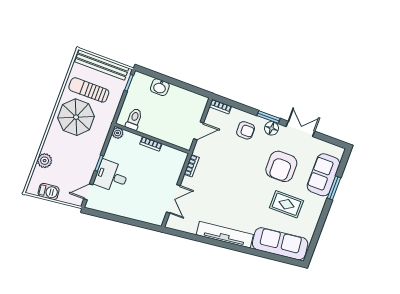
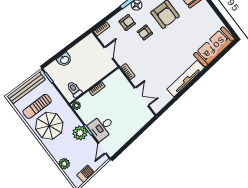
plant: (90, 156) -> (80, 133), added
armchair: (247, 157) -> (145, 33), added
rug: (286, 204) -> (191, 27), removed

